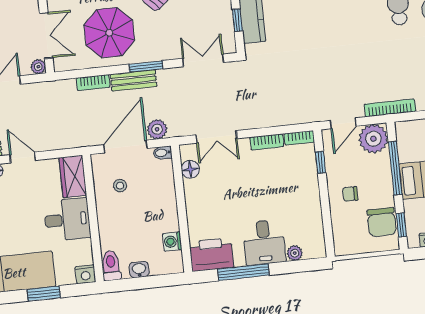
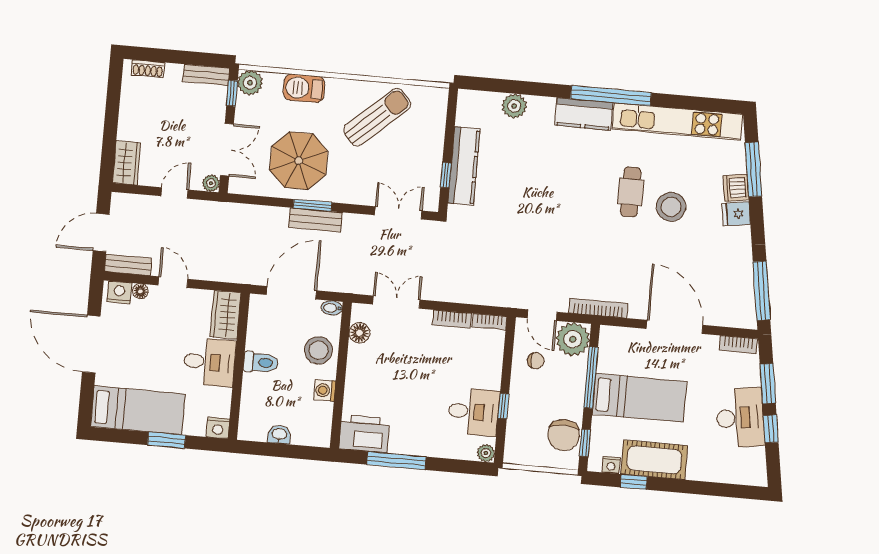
window: (146, 67) -> (313, 205), moved
bookcase: (93, 83) -> (269, 213), removed
door: (343, 123) -> (542, 315), hinge flipped
plant: (157, 129) -> (331, 280), removed
double door: (216, 137) -> (396, 302), swing flipped
window: (321, 162) -> (503, 406), moved
stool: (120, 186) -> (318, 350), moved, width x1.89, depth x1.89
chair: (350, 194) -> (536, 361), moved, turned 180
washing machine: (172, 241) -> (325, 390), moved
desk: (264, 242) -> (473, 412), moved, turned -90
plant: (295, 253) -> (486, 453), moved
toilet: (111, 266) -> (261, 363), moved, turned 90

